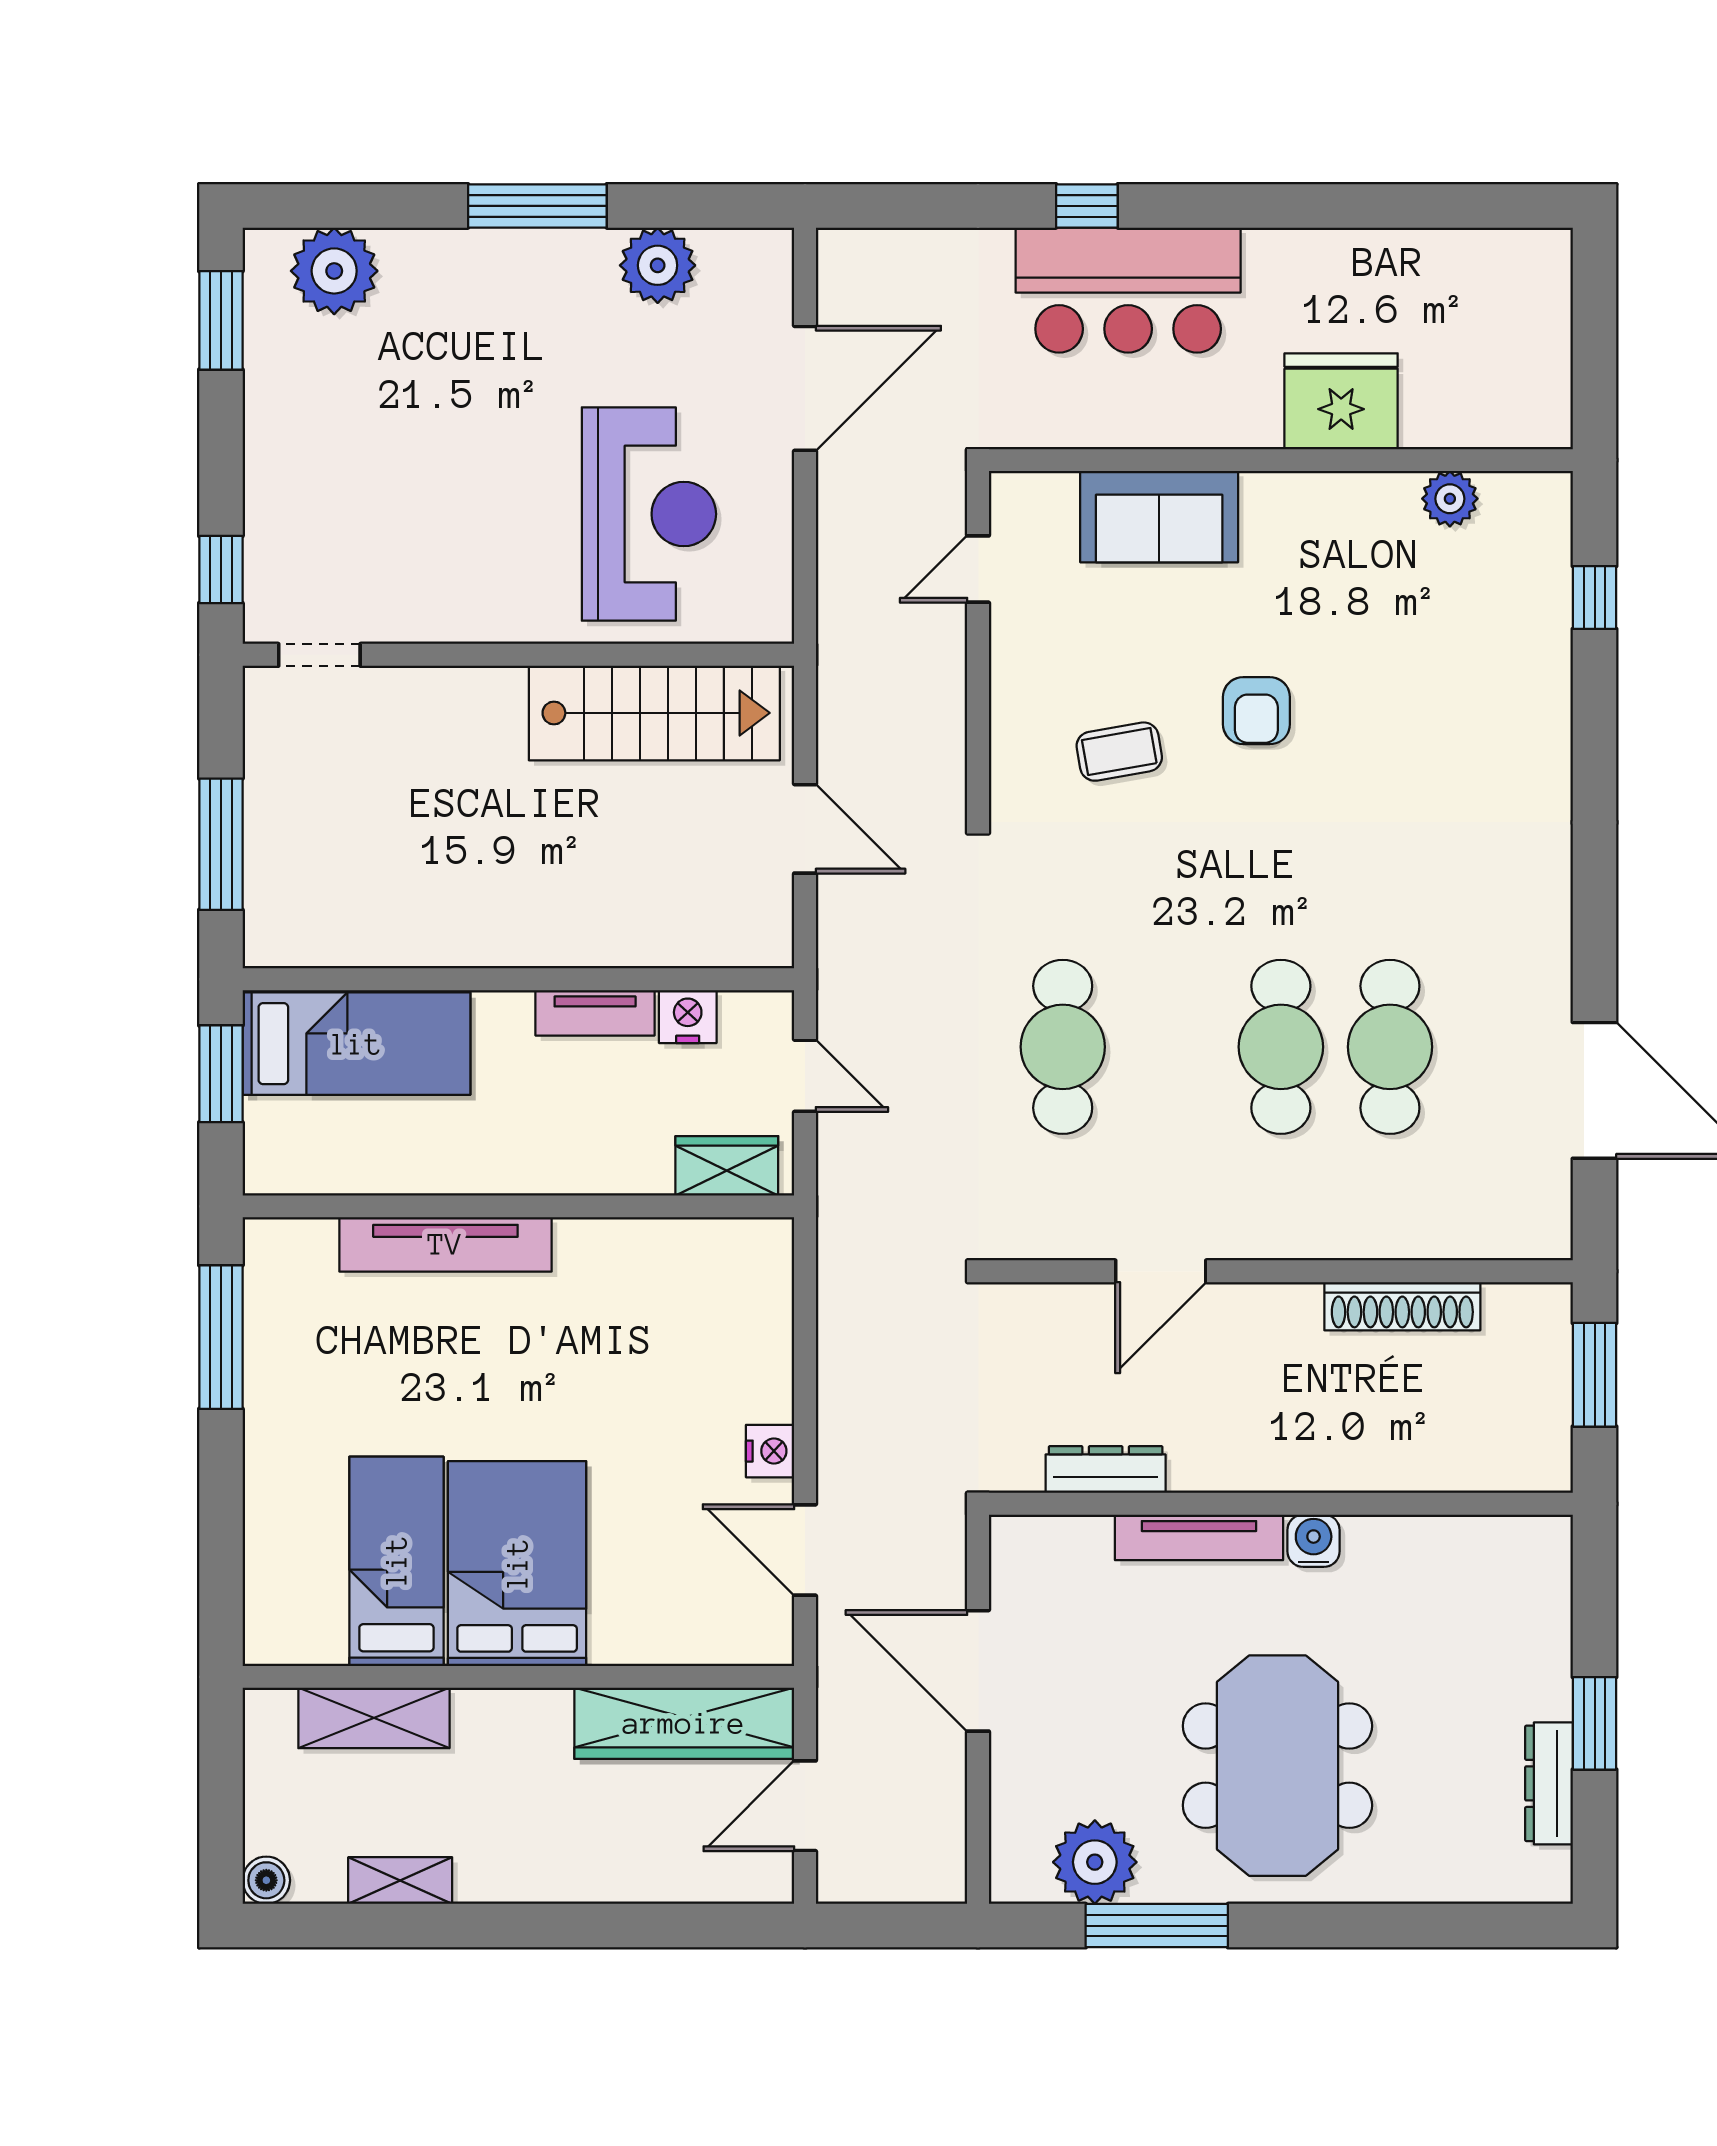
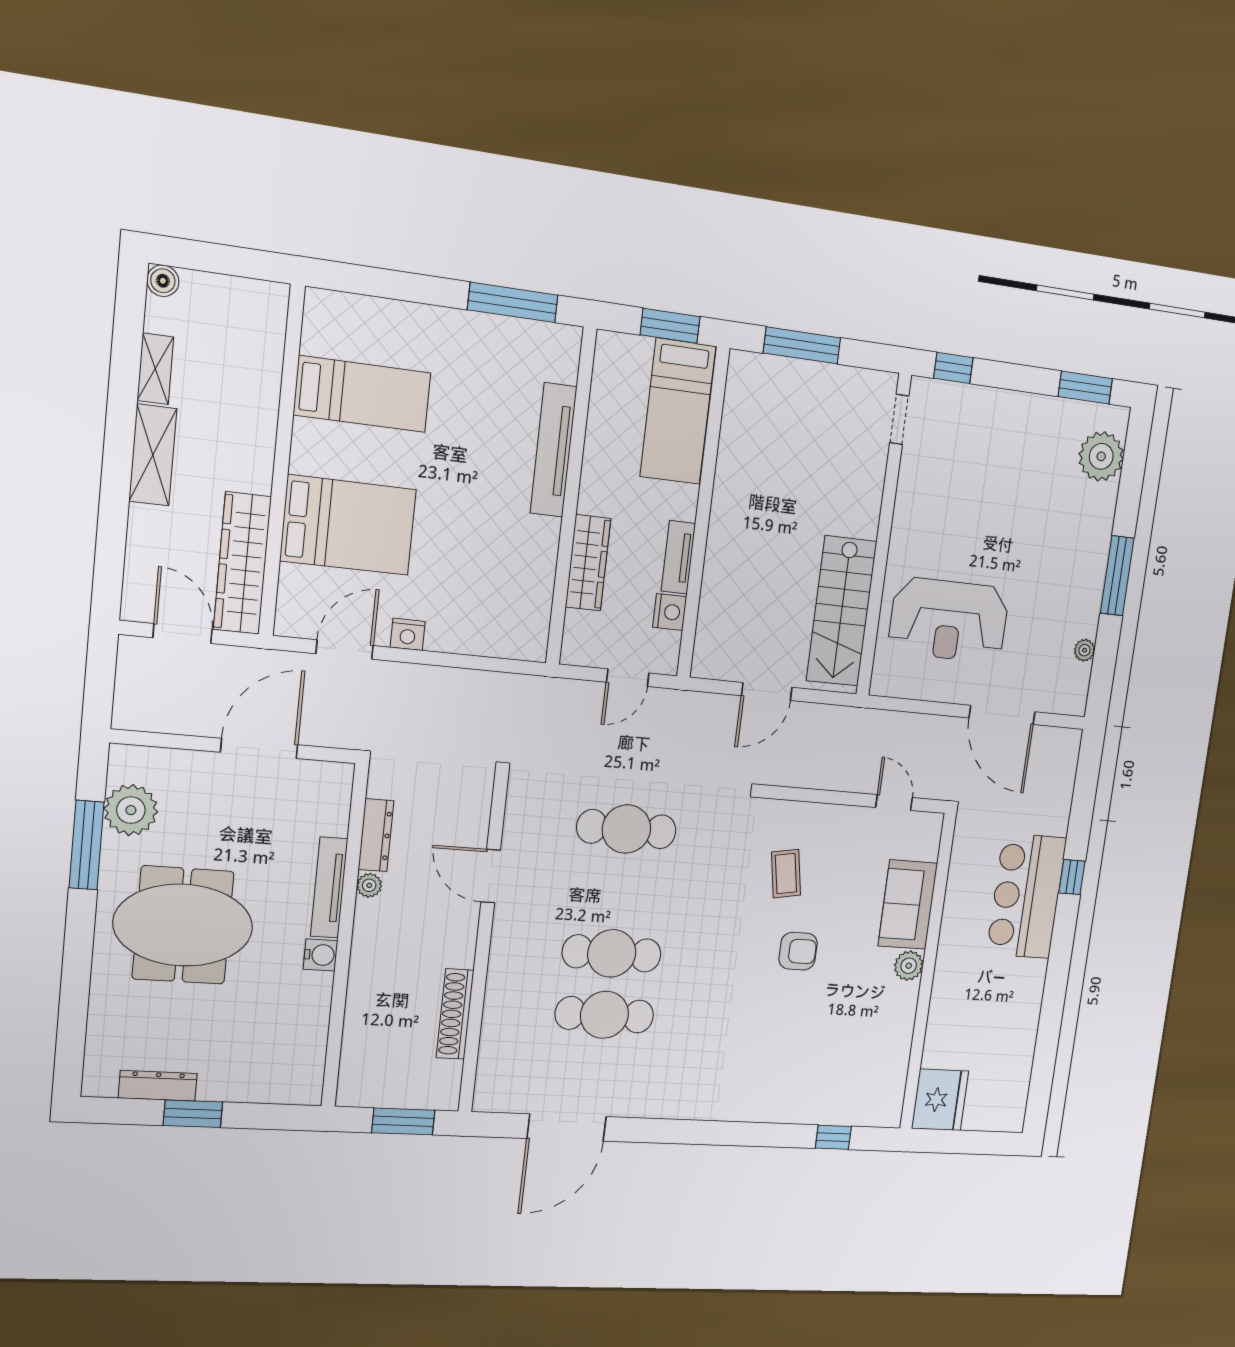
plant: (658, 265) -> (1085, 650), width x0.53, depth x0.53
fridge: (1341, 401) -> (940, 1100), moved
plant: (1450, 499) -> (909, 966), moved
armchair: (1256, 711) -> (798, 951), turned 180
wardrobe: (727, 1166) -> (588, 563), moved, width x1.50
plant: (1191, 1472) -> (369, 885), added
bed: (517, 1564) -> (348, 525), moved
shelving: (374, 1718) -> (153, 455), moved

